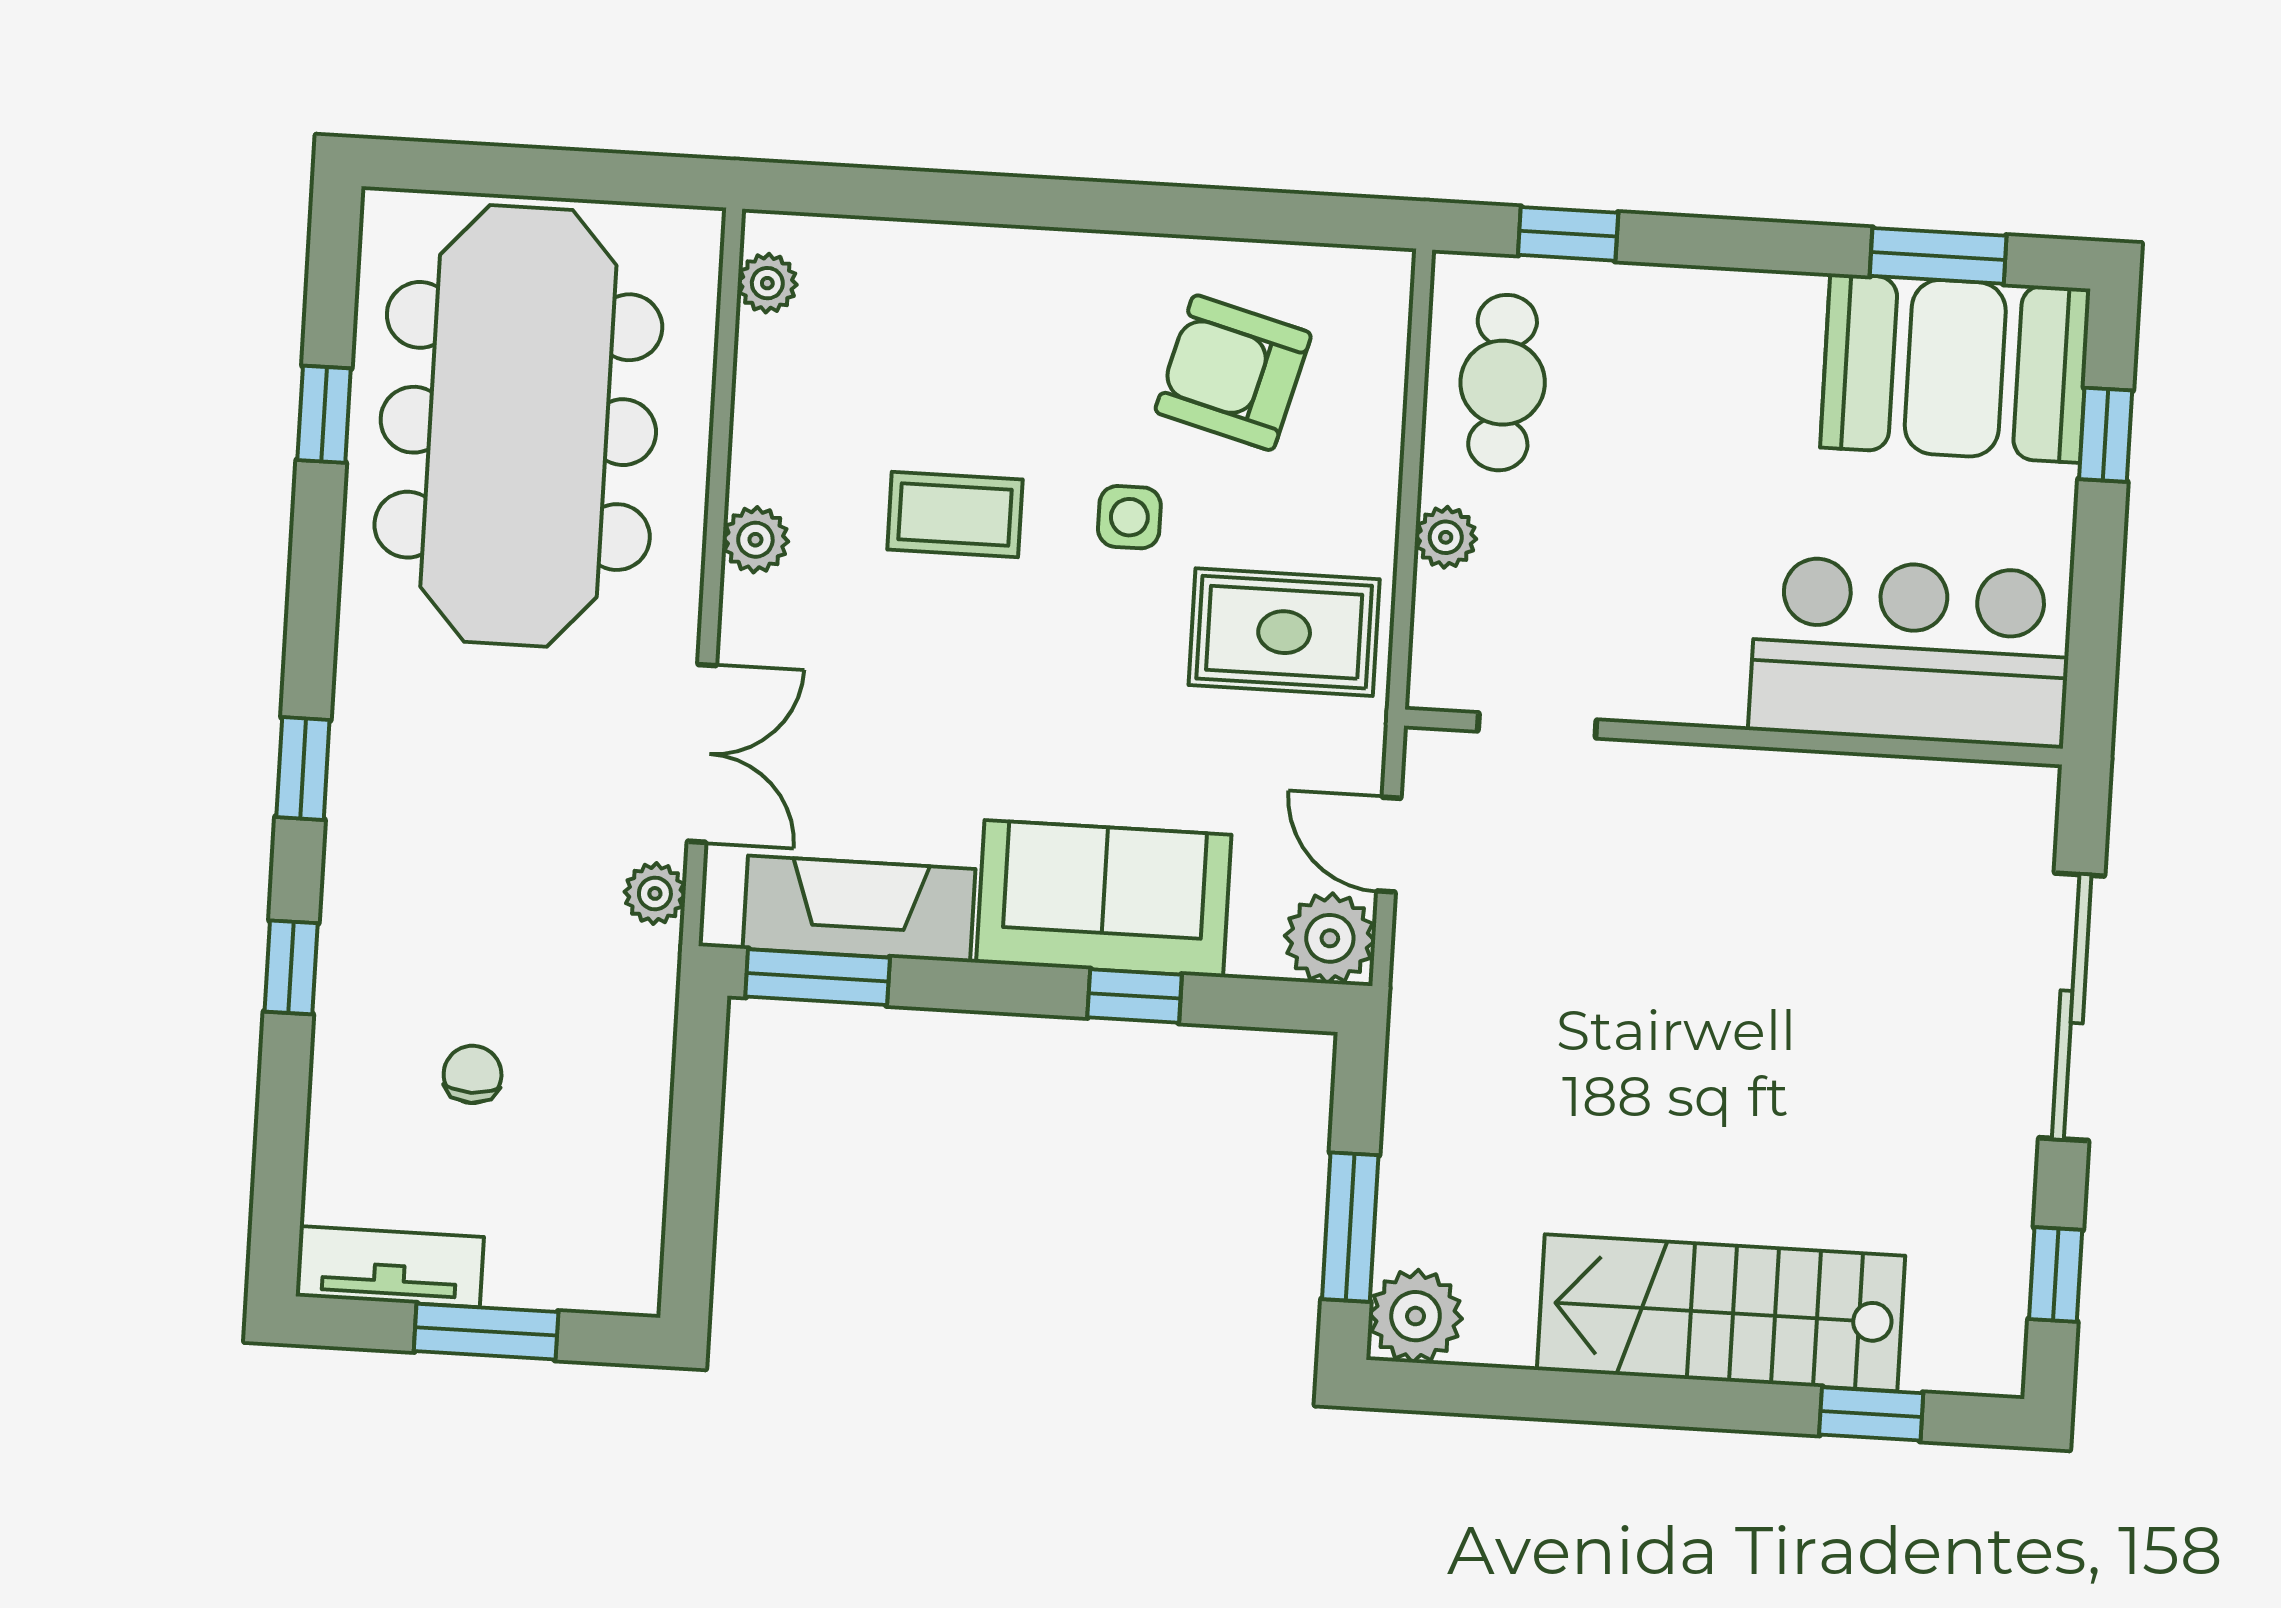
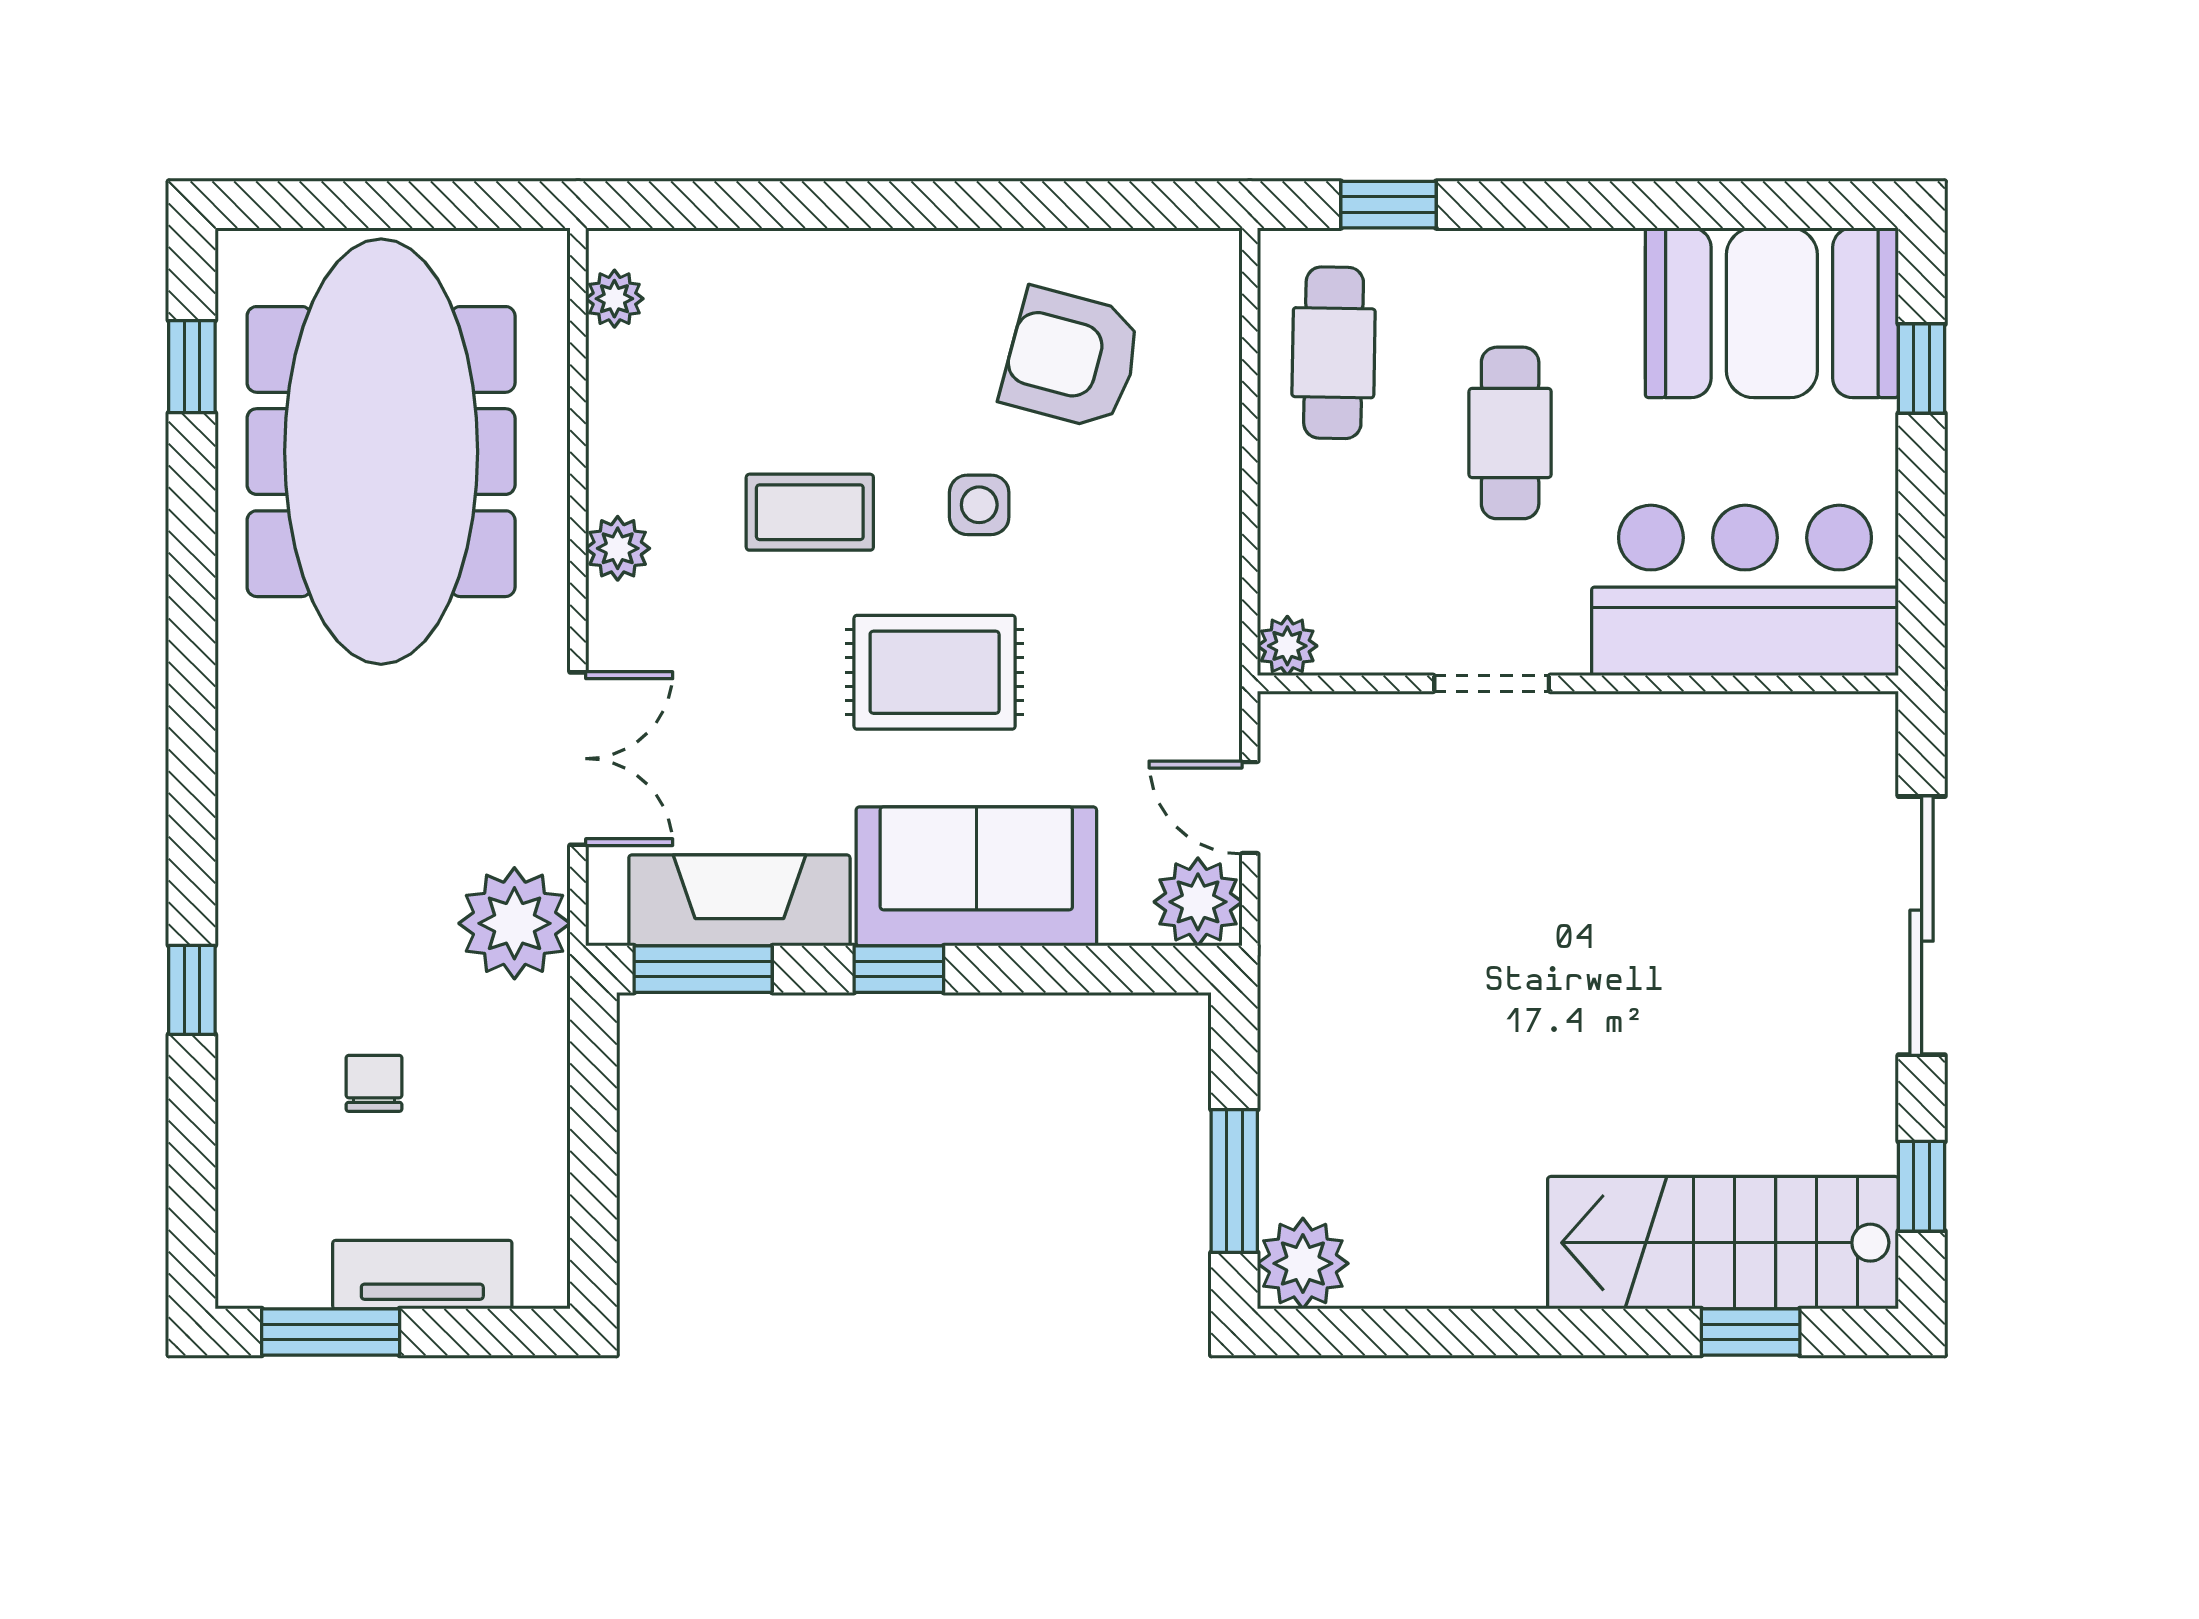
window: (1938, 256) -> (1749, 205), removed
window: (324, 414) -> (192, 367), moved
cafe table: (1679, 476) -> (1510, 433), added
plant: (1446, 537) -> (1287, 646), moved
rug: (1284, 632) -> (935, 672), moved
doorway: (1537, 725) -> (1492, 683), moved
window: (303, 769) -> (192, 796), removed
plant: (655, 893) -> (514, 923), width x1.88, depth x1.88
window: (1135, 996) -> (899, 969), moved
tv unit: (390, 1267) -> (422, 1275), moved
stairs: (1721, 1313) -> (1723, 1243), moved
window: (486, 1332) -> (331, 1332), moved

